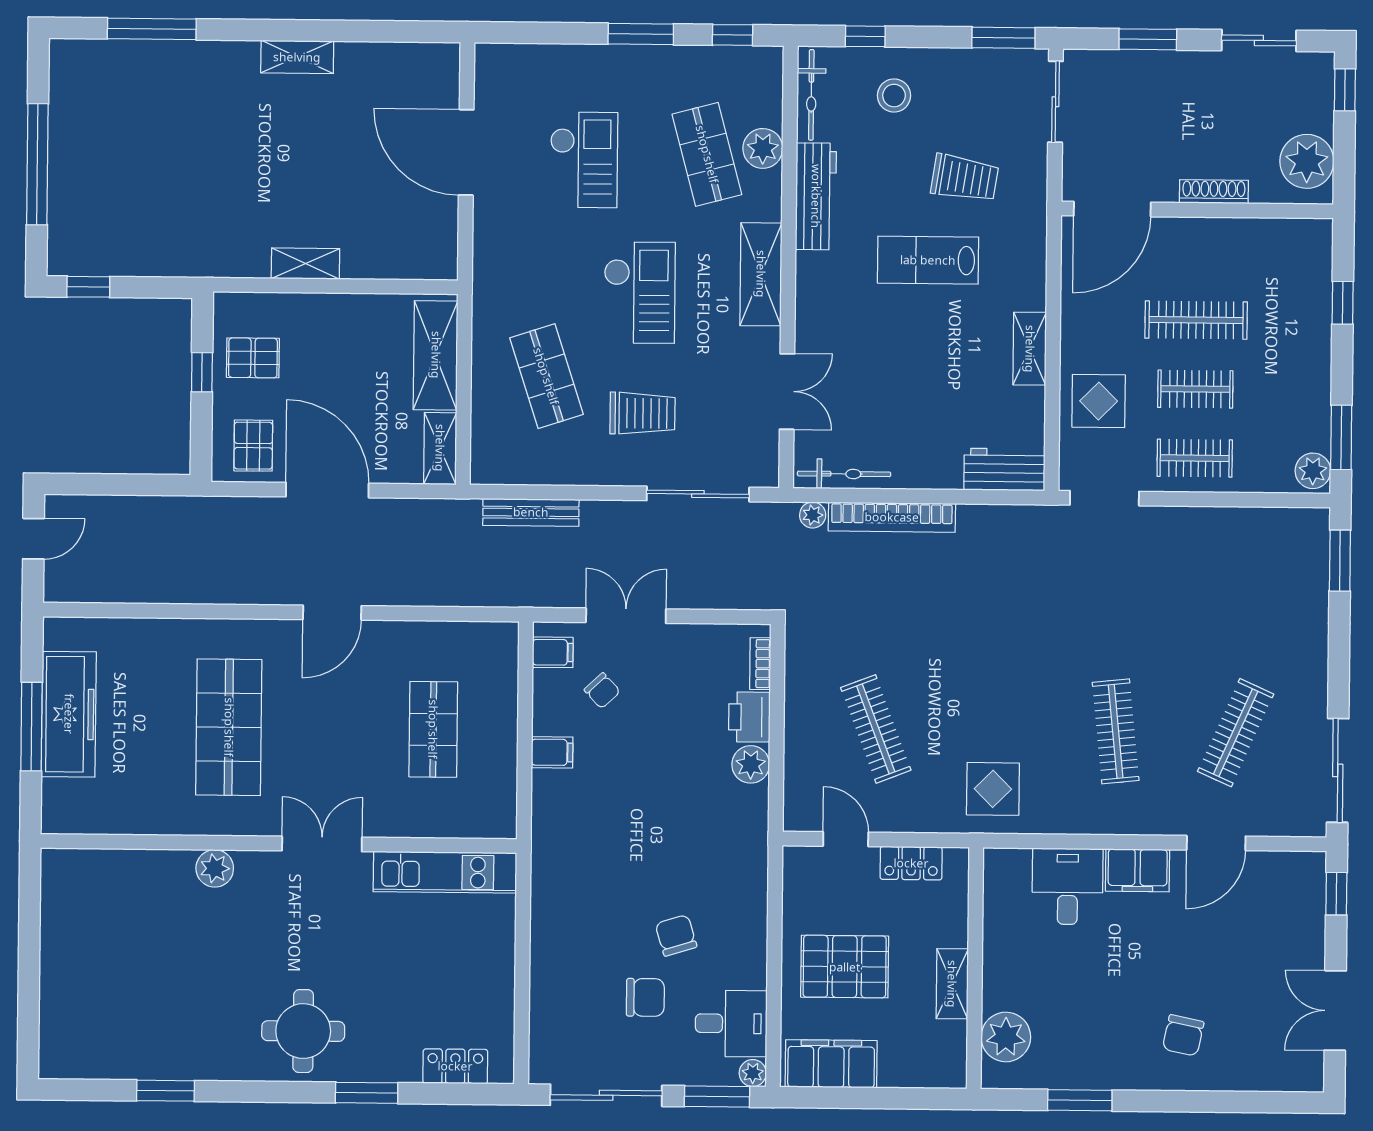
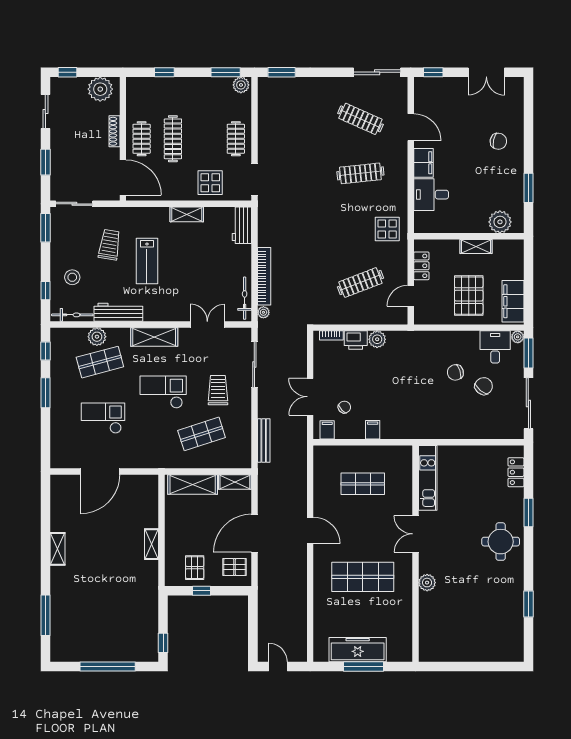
clothes rail: (1195, 389) -> (142, 139), moved
chair: (645, 997) -> (484, 386), turned 40

